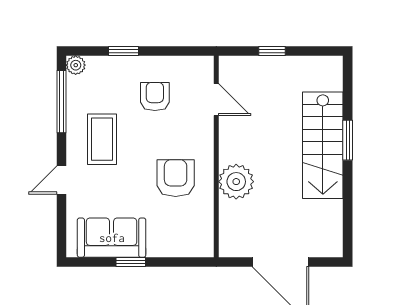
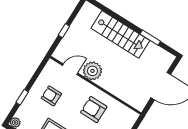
window: (348, 140) -> (150, 38), moved
plant: (236, 182) -> (92, 71), moved

